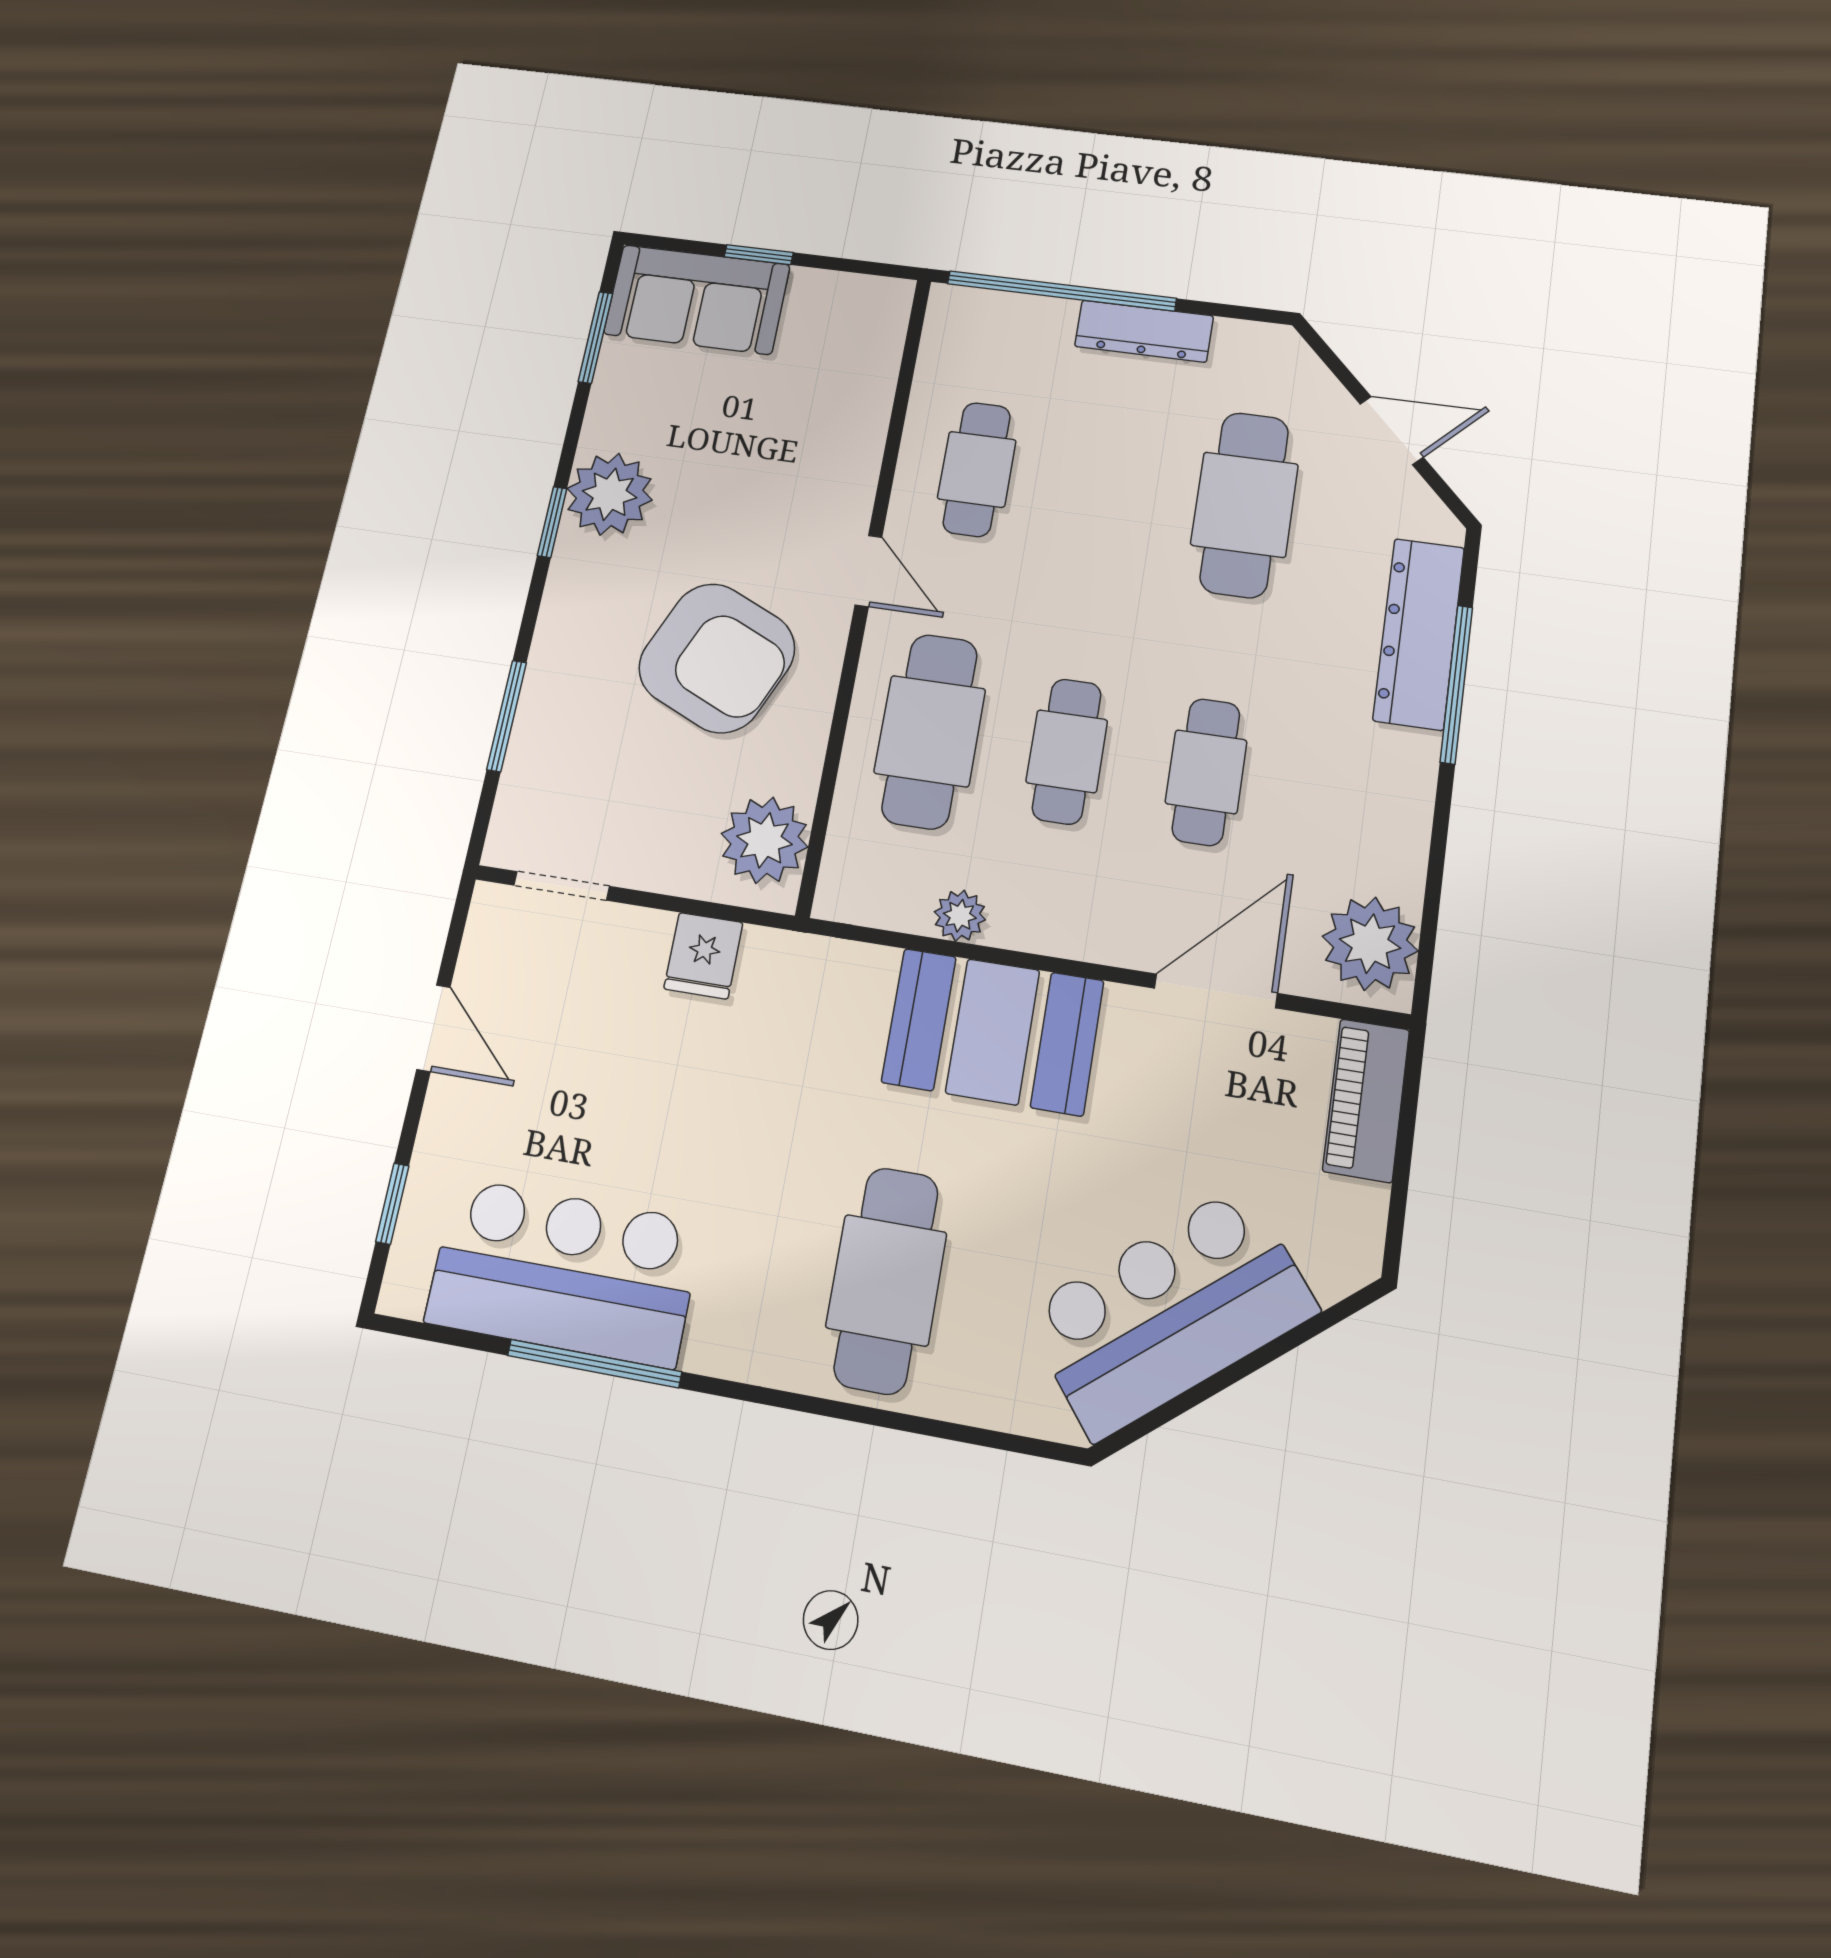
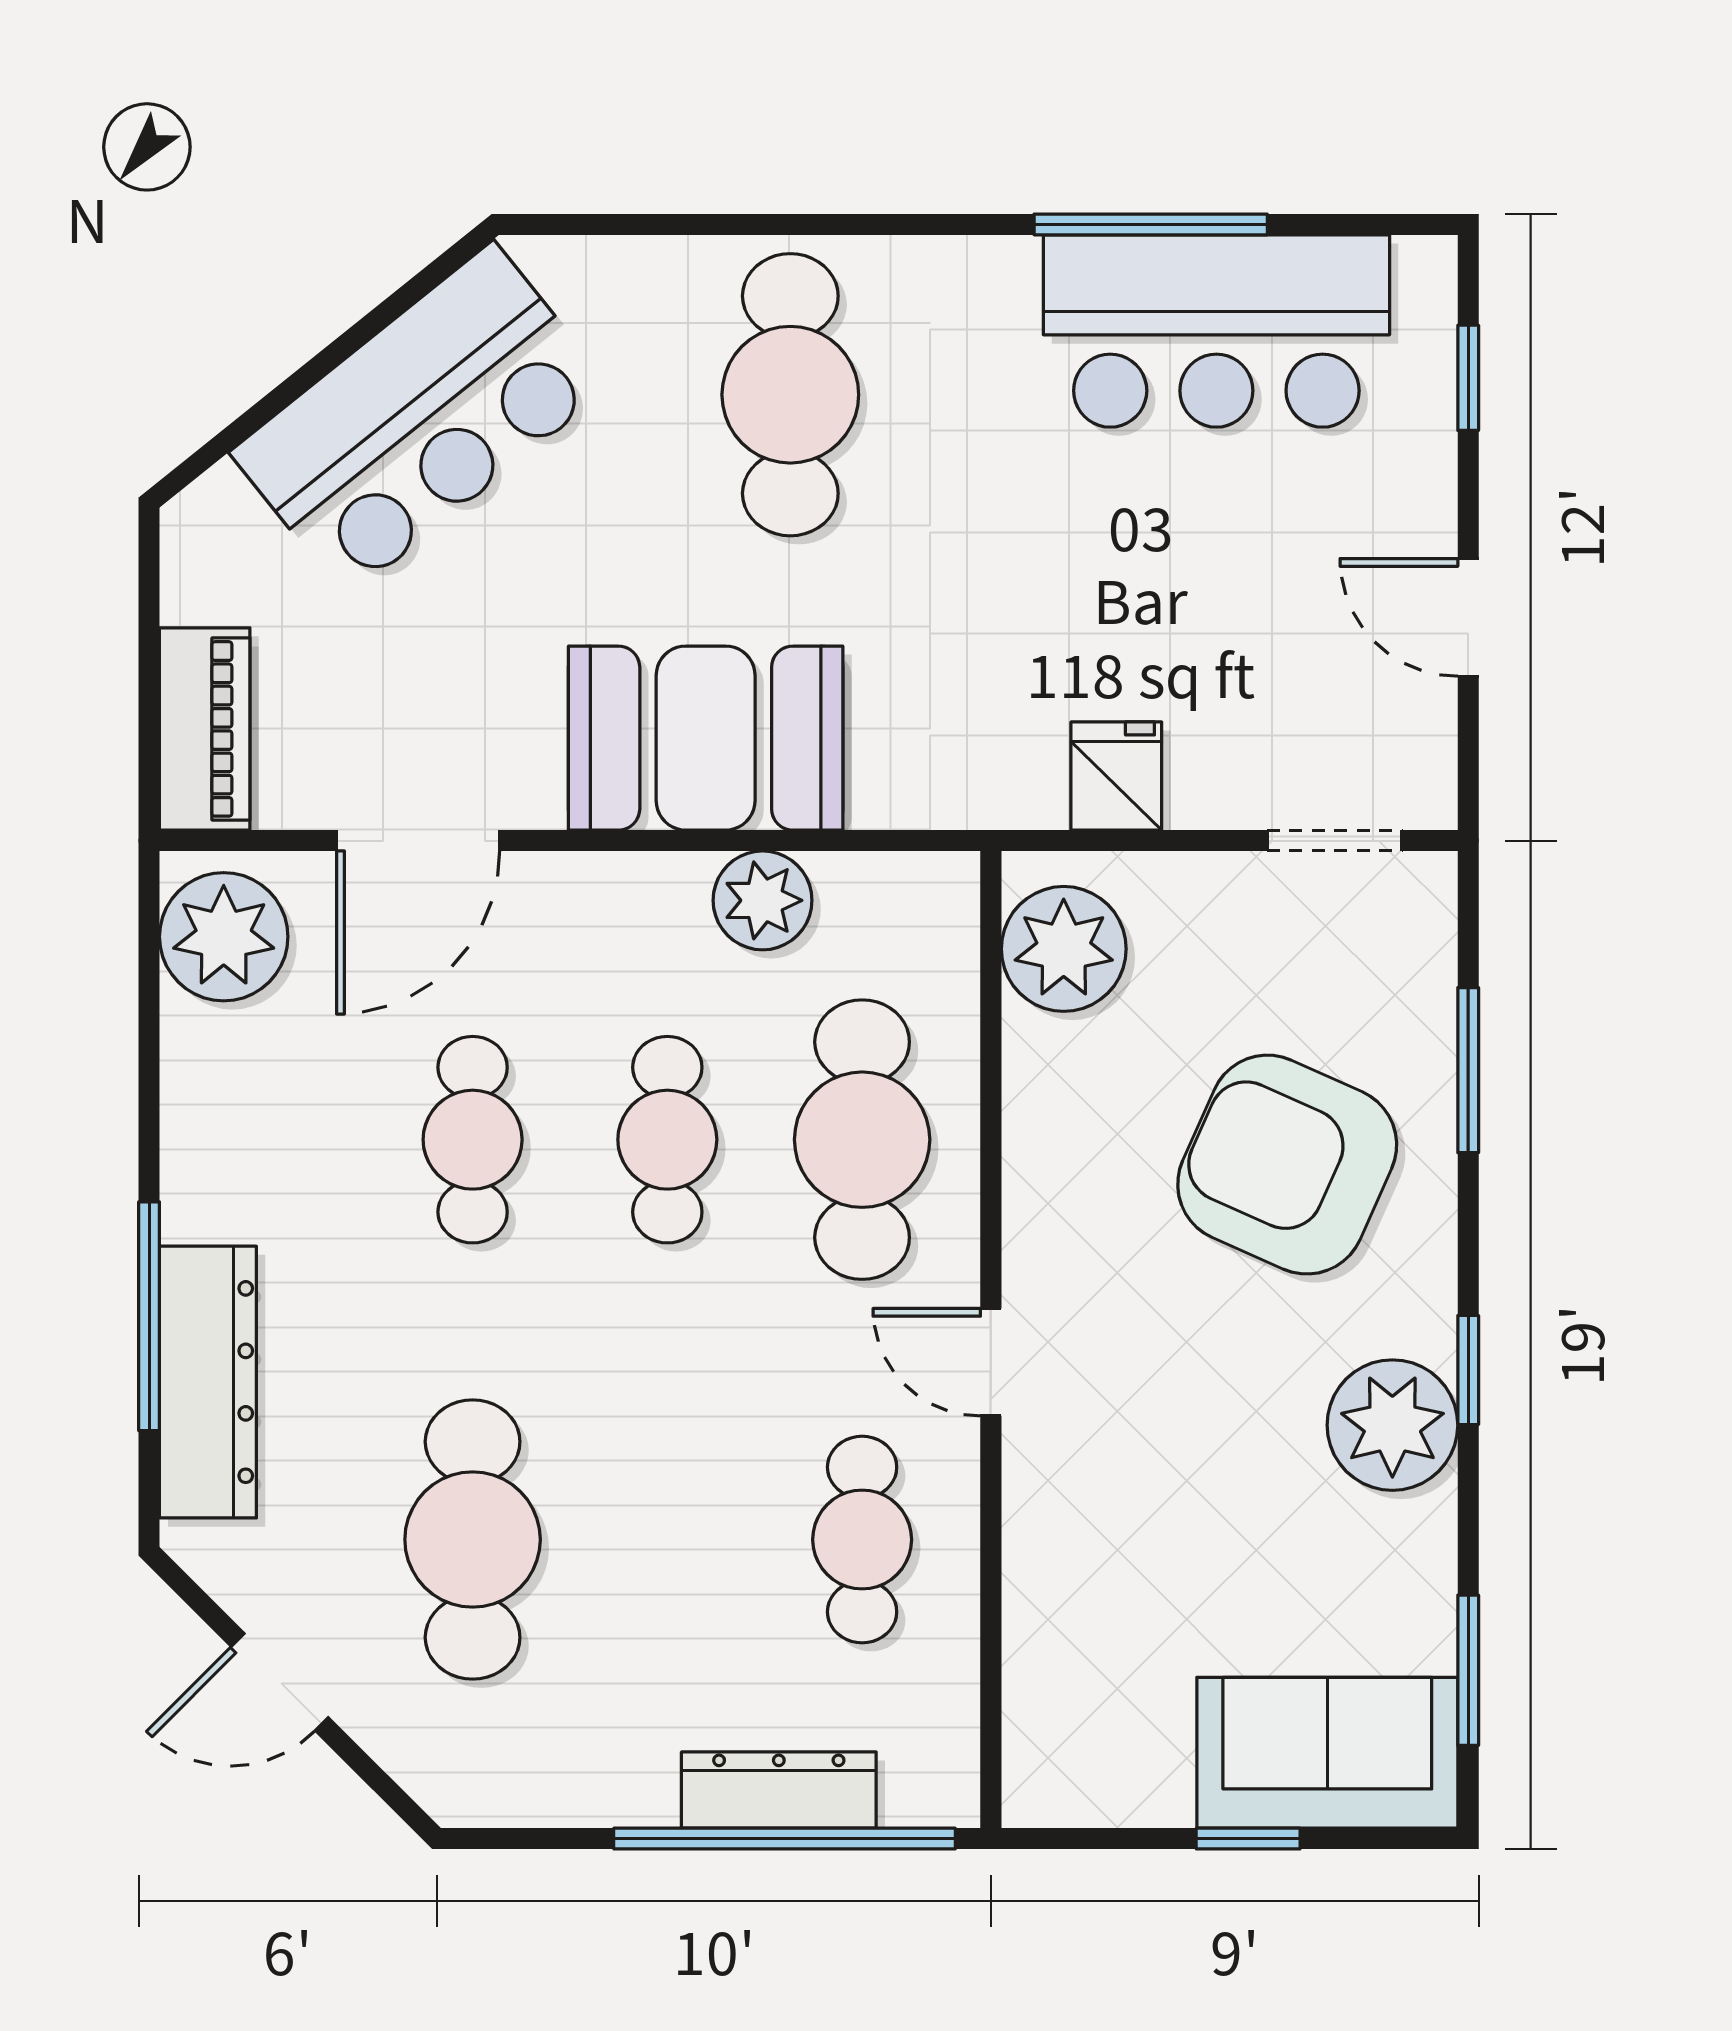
dresser: (1144, 331) -> (779, 1790), moved
armchair: (717, 658) -> (1287, 1165), moved
plant: (960, 916) -> (763, 900), width x1.38, depth x1.38

